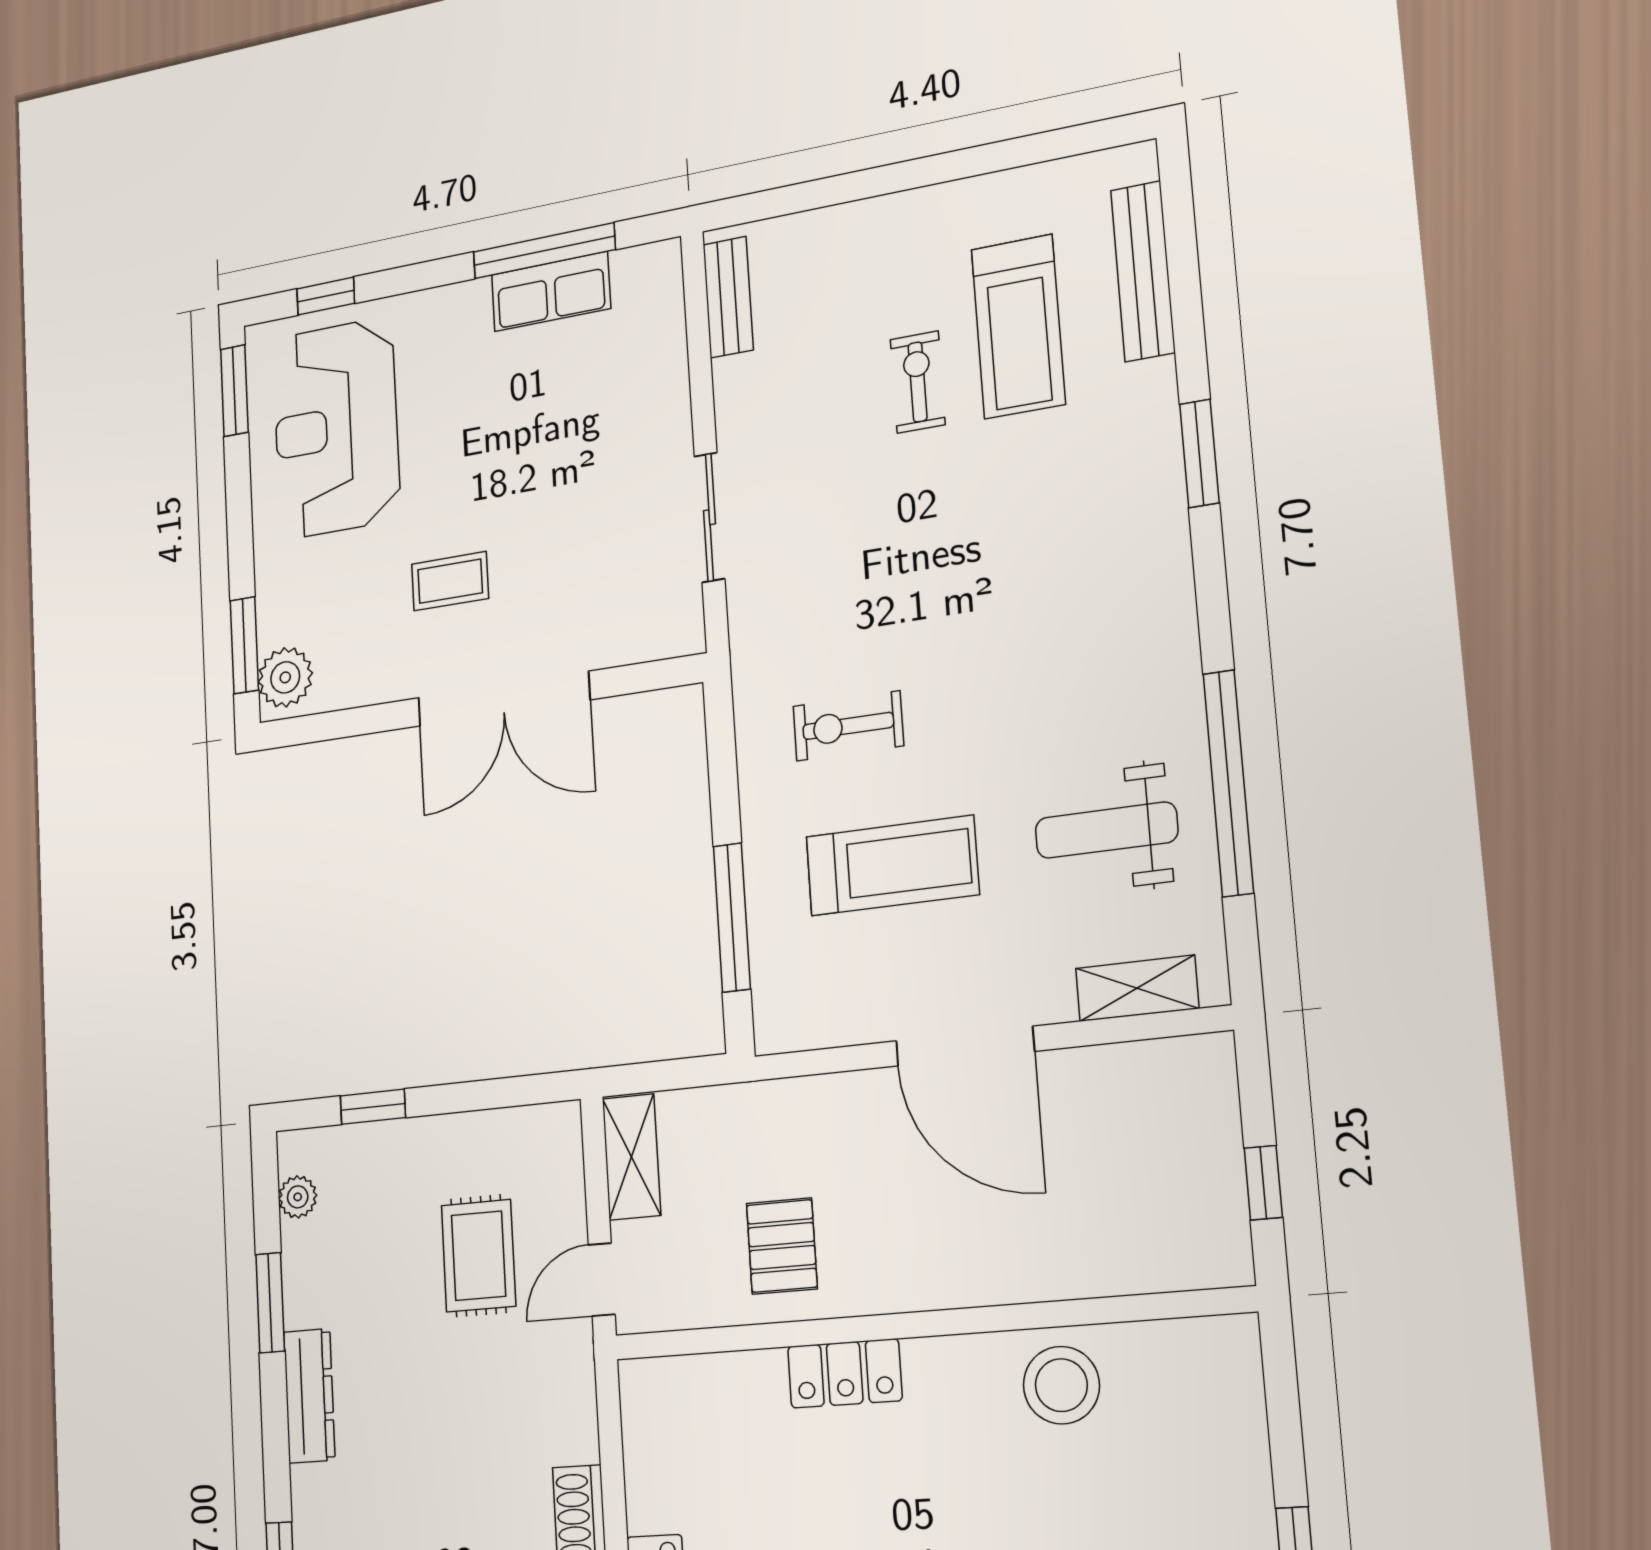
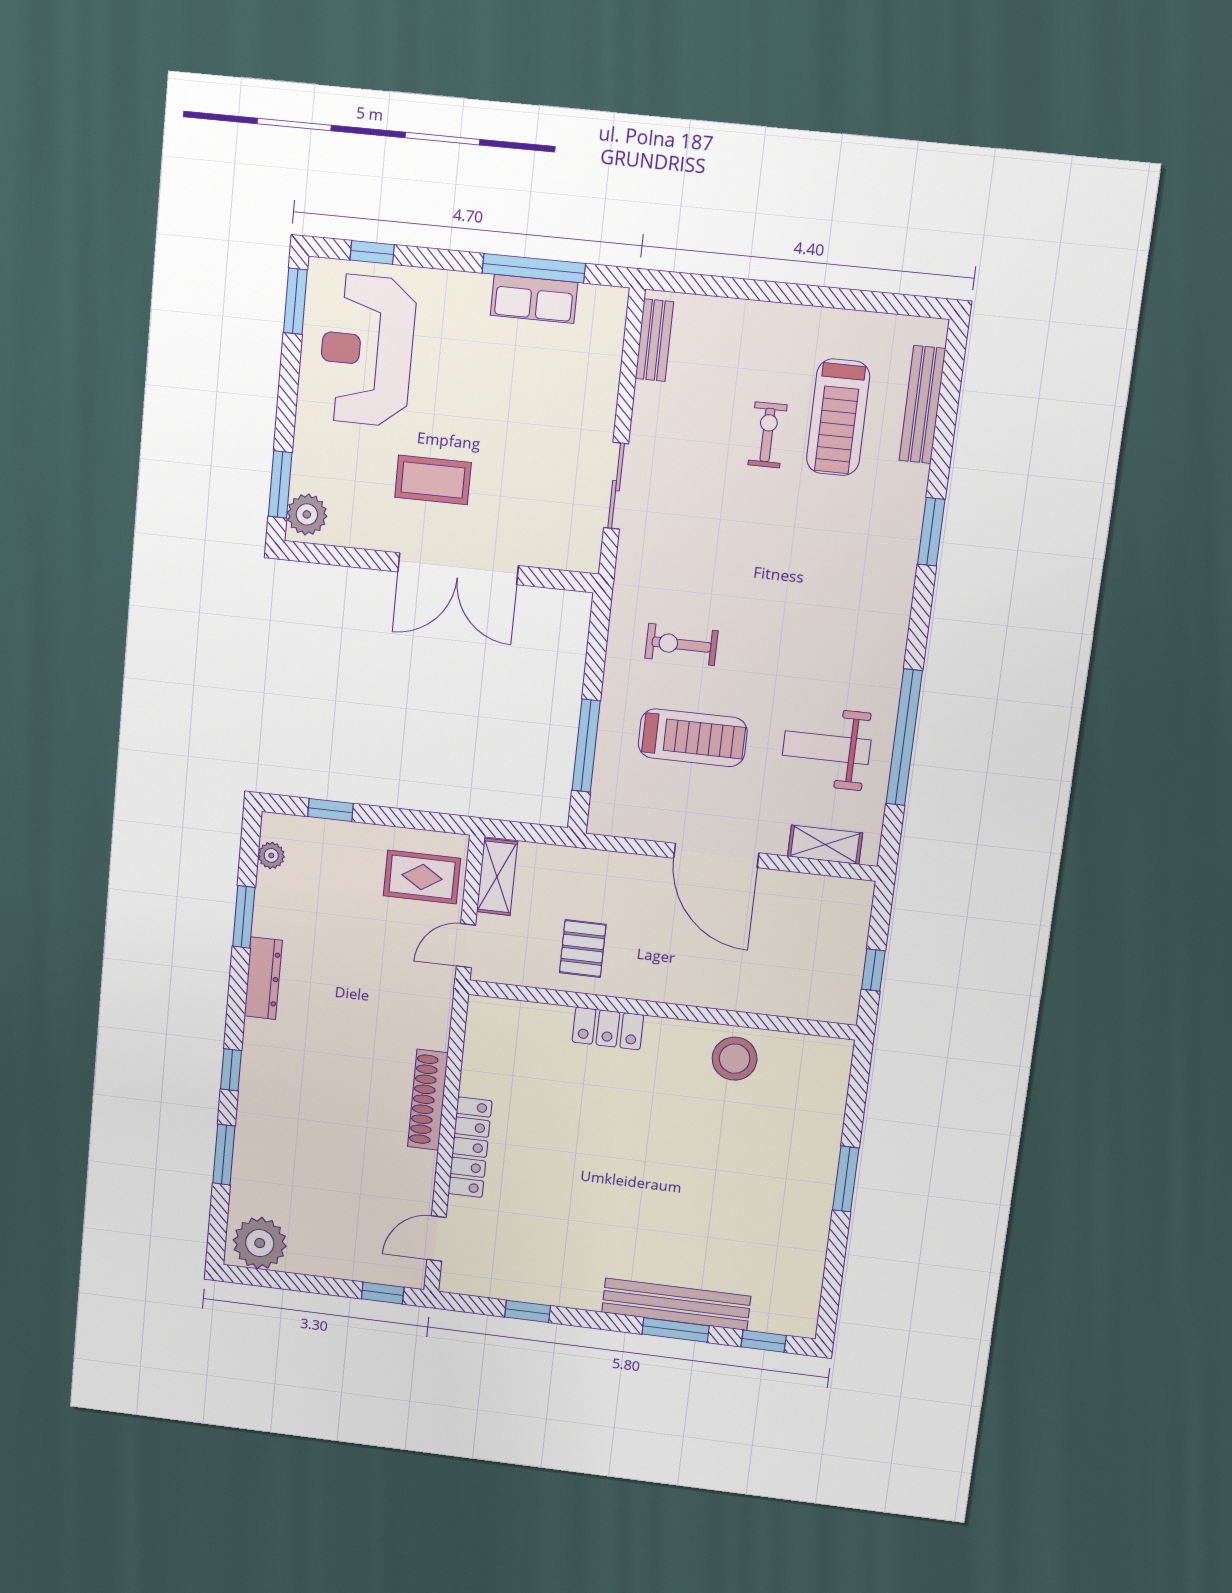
coffee table: (450, 581) -> (433, 480), width x1.36, depth x1.30
rug: (479, 1256) -> (422, 877), moved, turned 90

